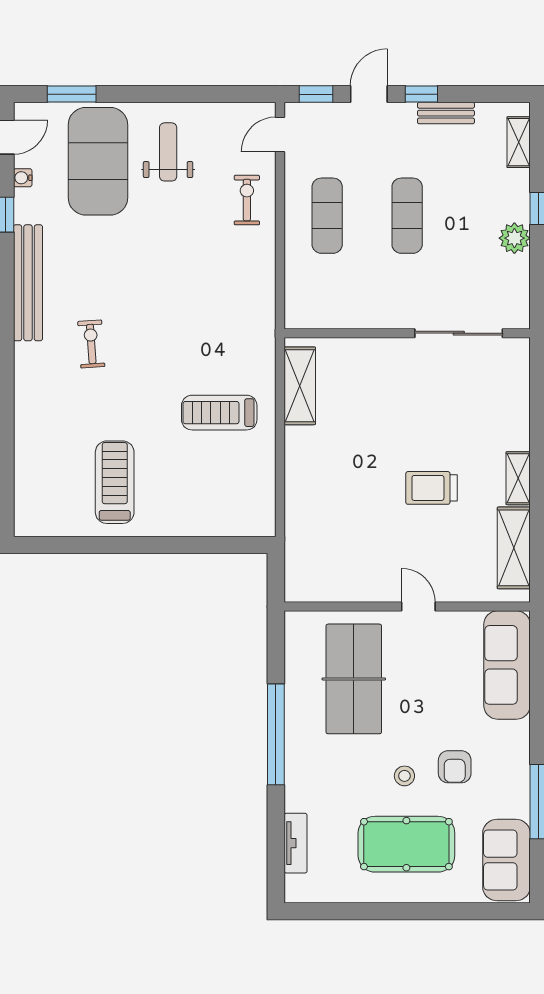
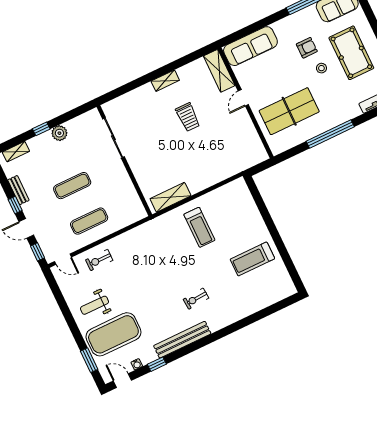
shelving: (514, 548) -> (219, 71), moved, turned 90

